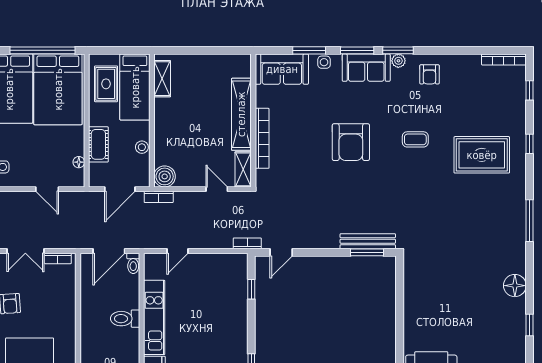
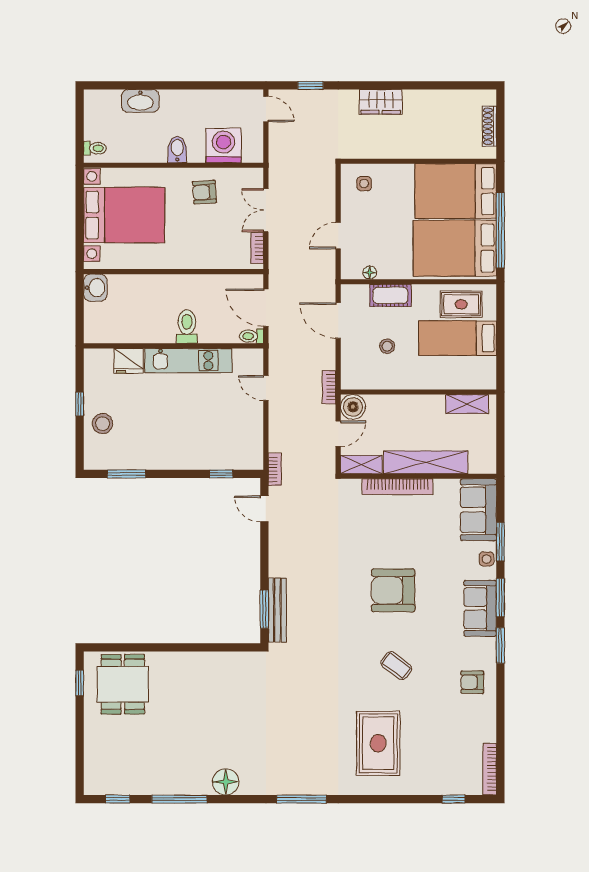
plant: (398, 61) -> (488, 646), removed
shelving: (162, 79) -> (467, 404), moved
wall: (152, 120) -> (418, 392), moved
coffee table: (415, 139) -> (396, 666), turned -53
window: (530, 144) -> (391, 799), removed
boiler: (165, 176) -> (353, 407), moved
bookcase: (159, 197) -> (329, 387), moved
window: (530, 325) -> (179, 799), width x2.17

